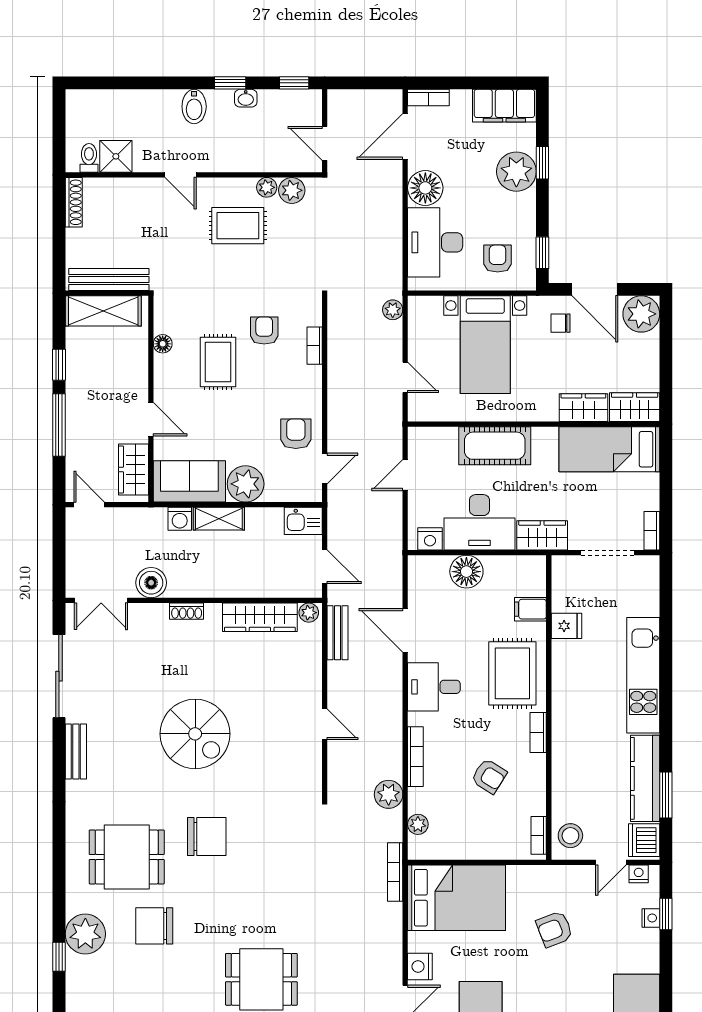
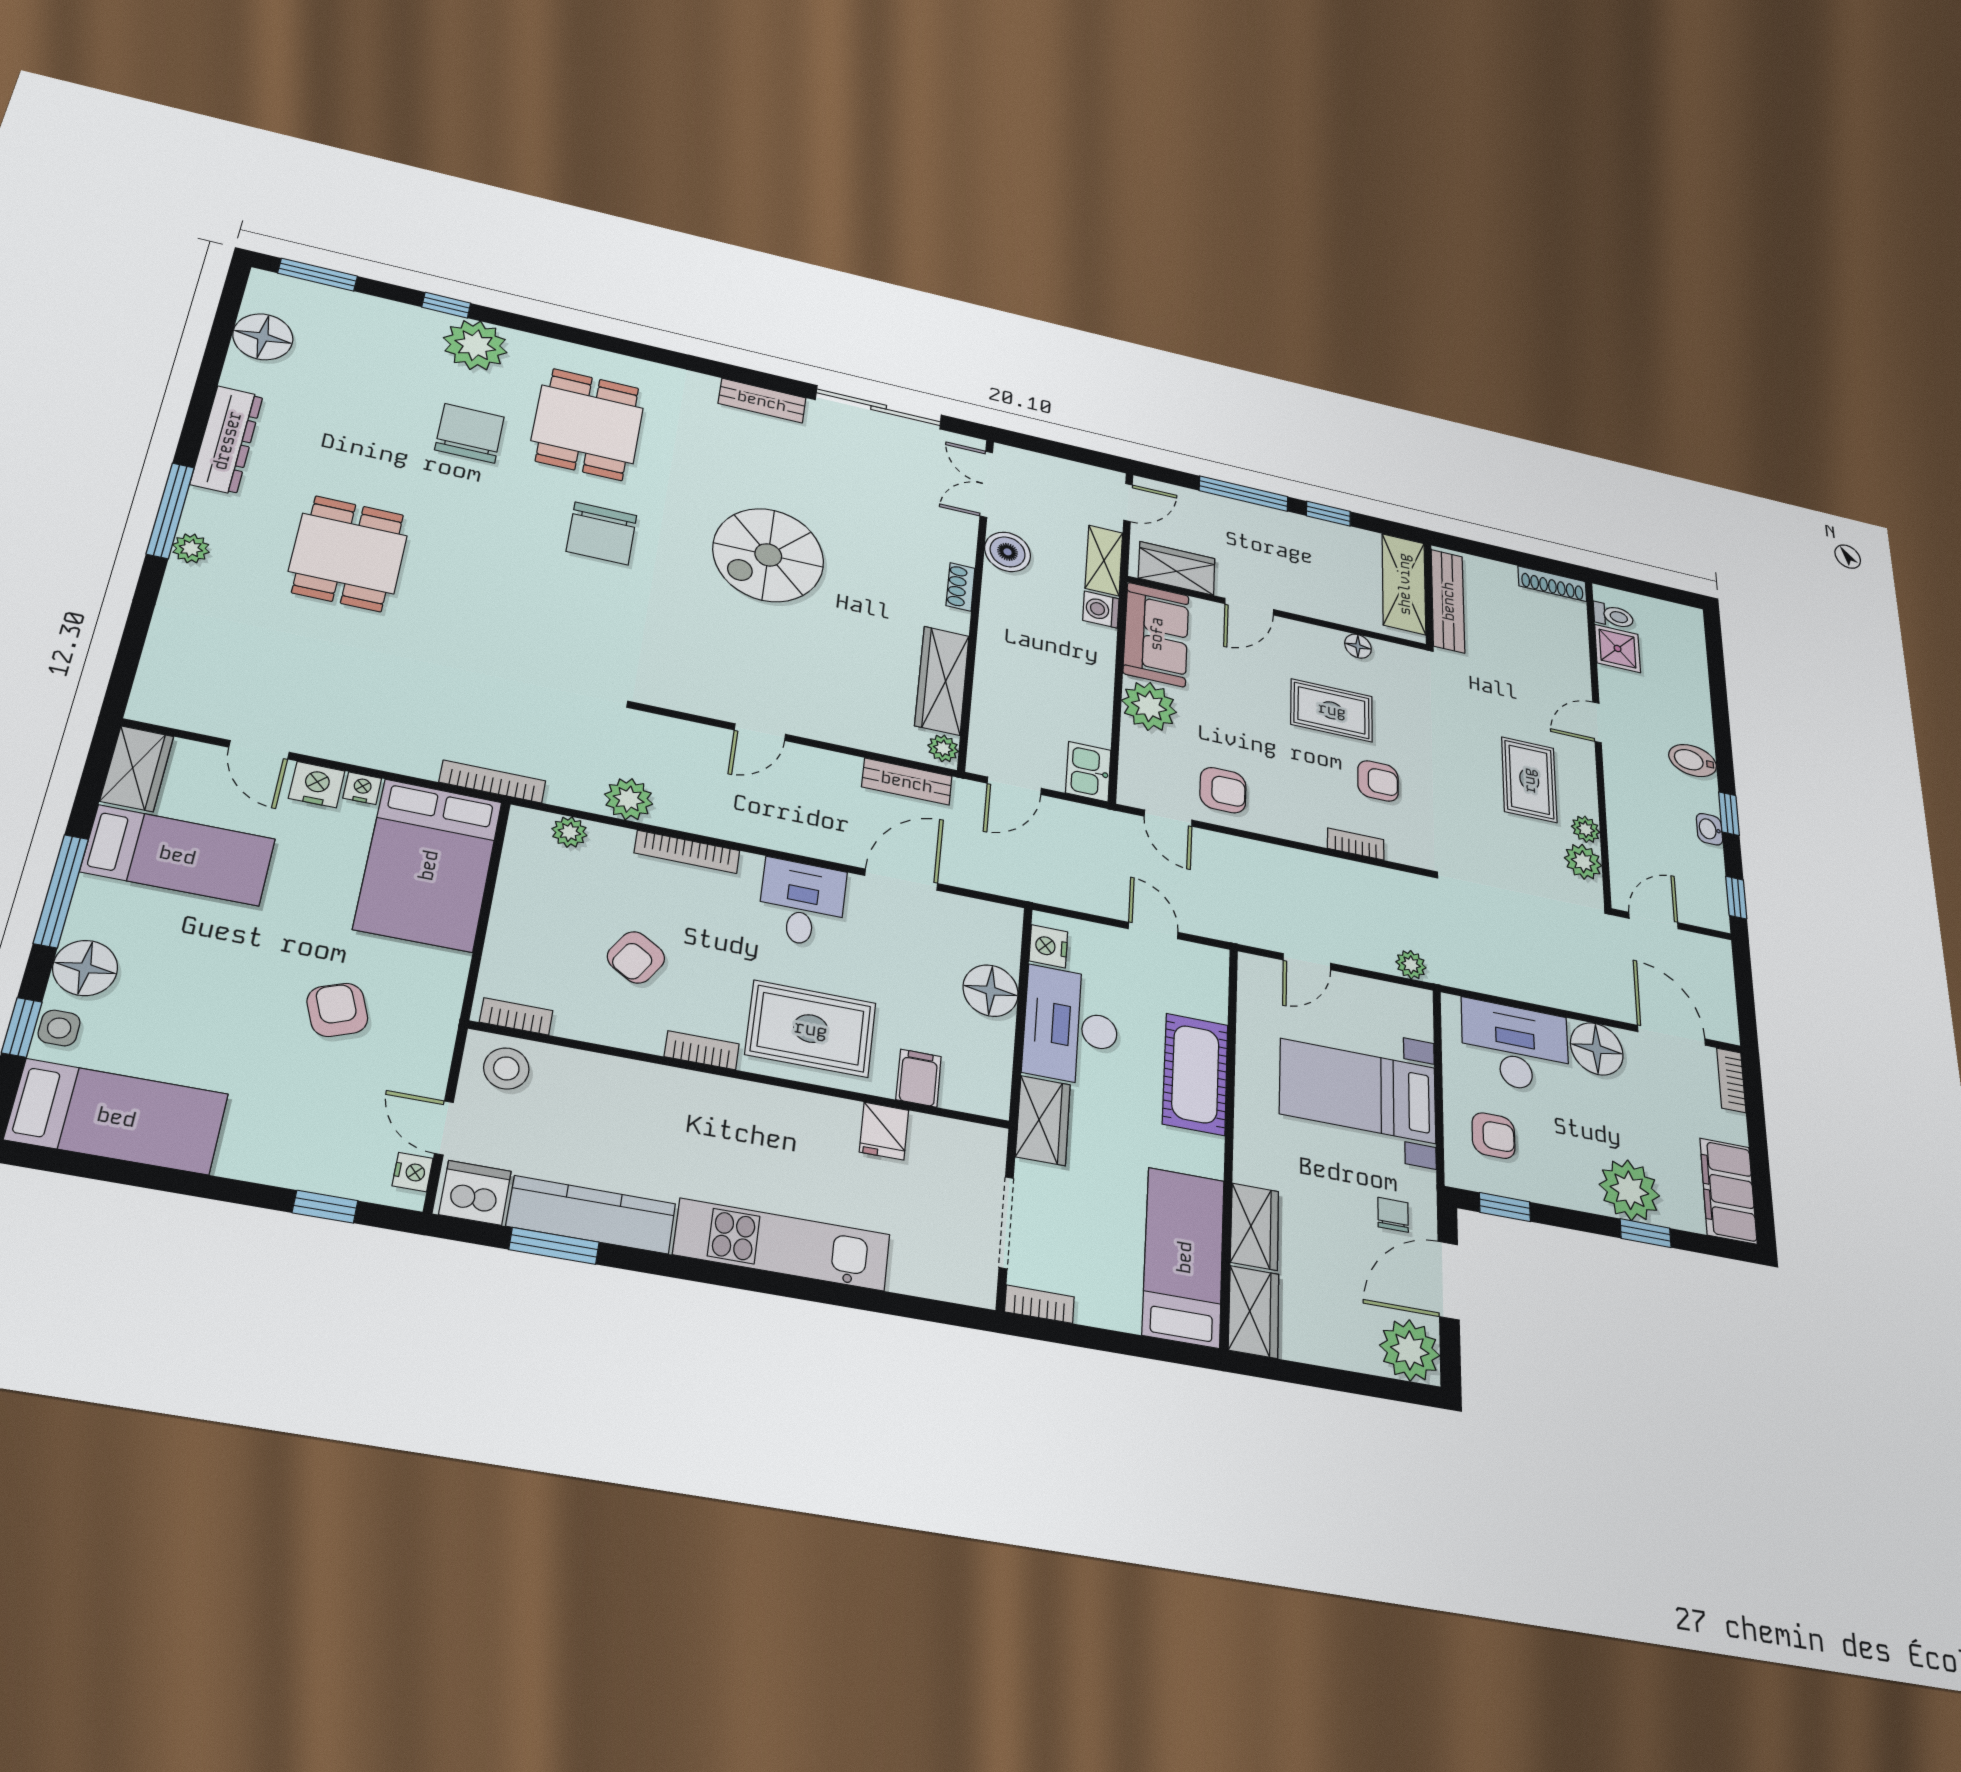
shelving: (219, 519) -> (1104, 561), moved
nightstand: (651, 918) -> (362, 788), moved, turned 180

